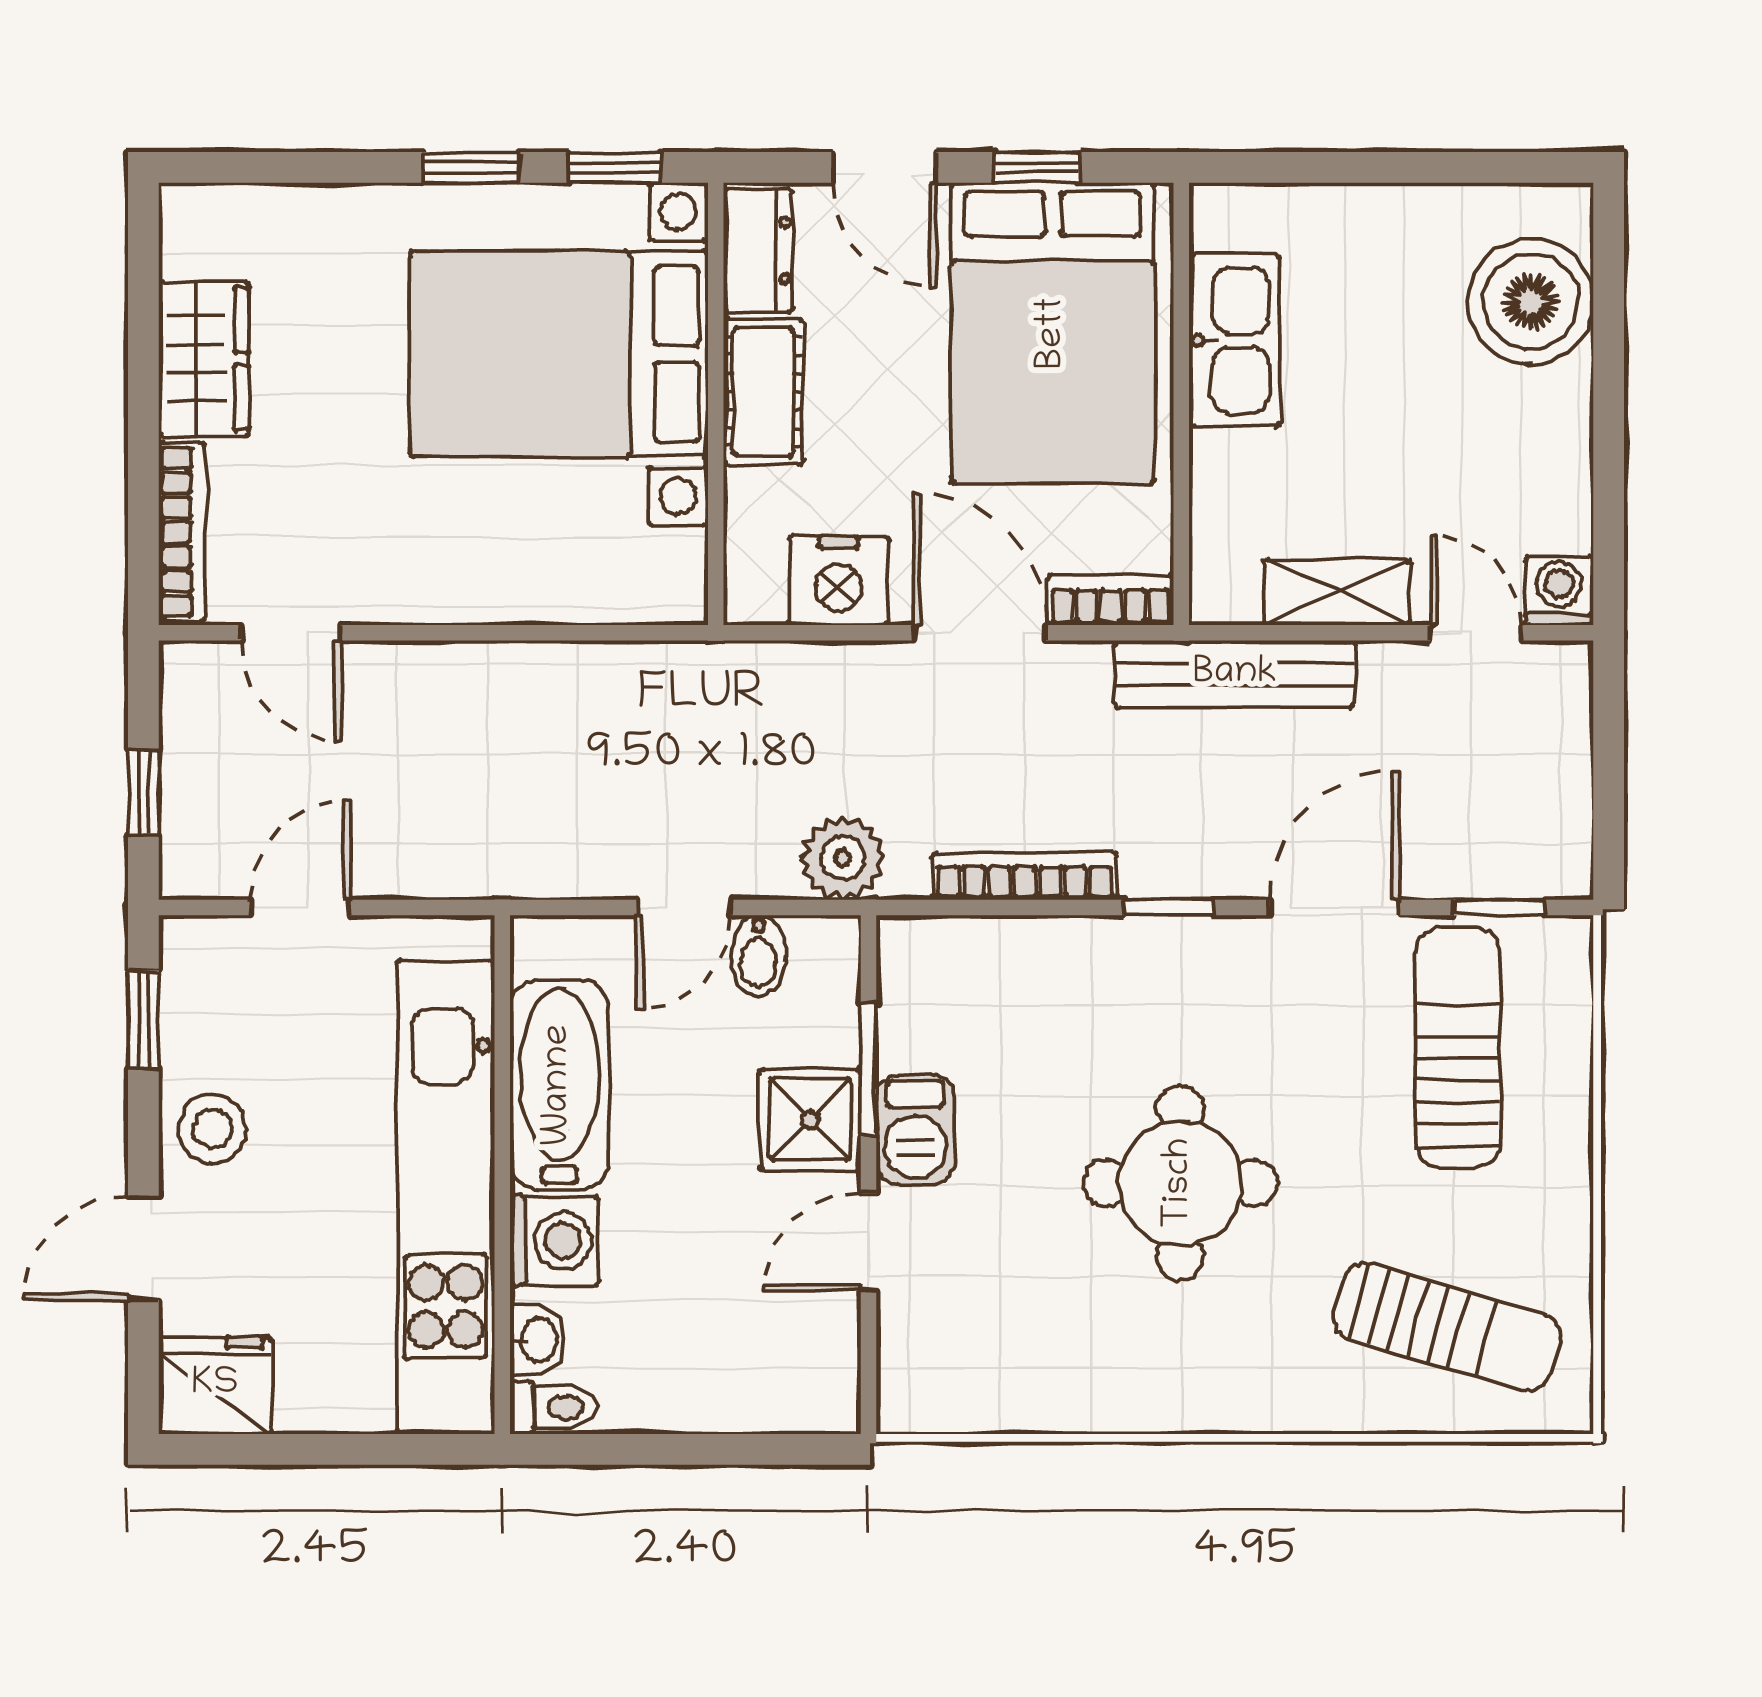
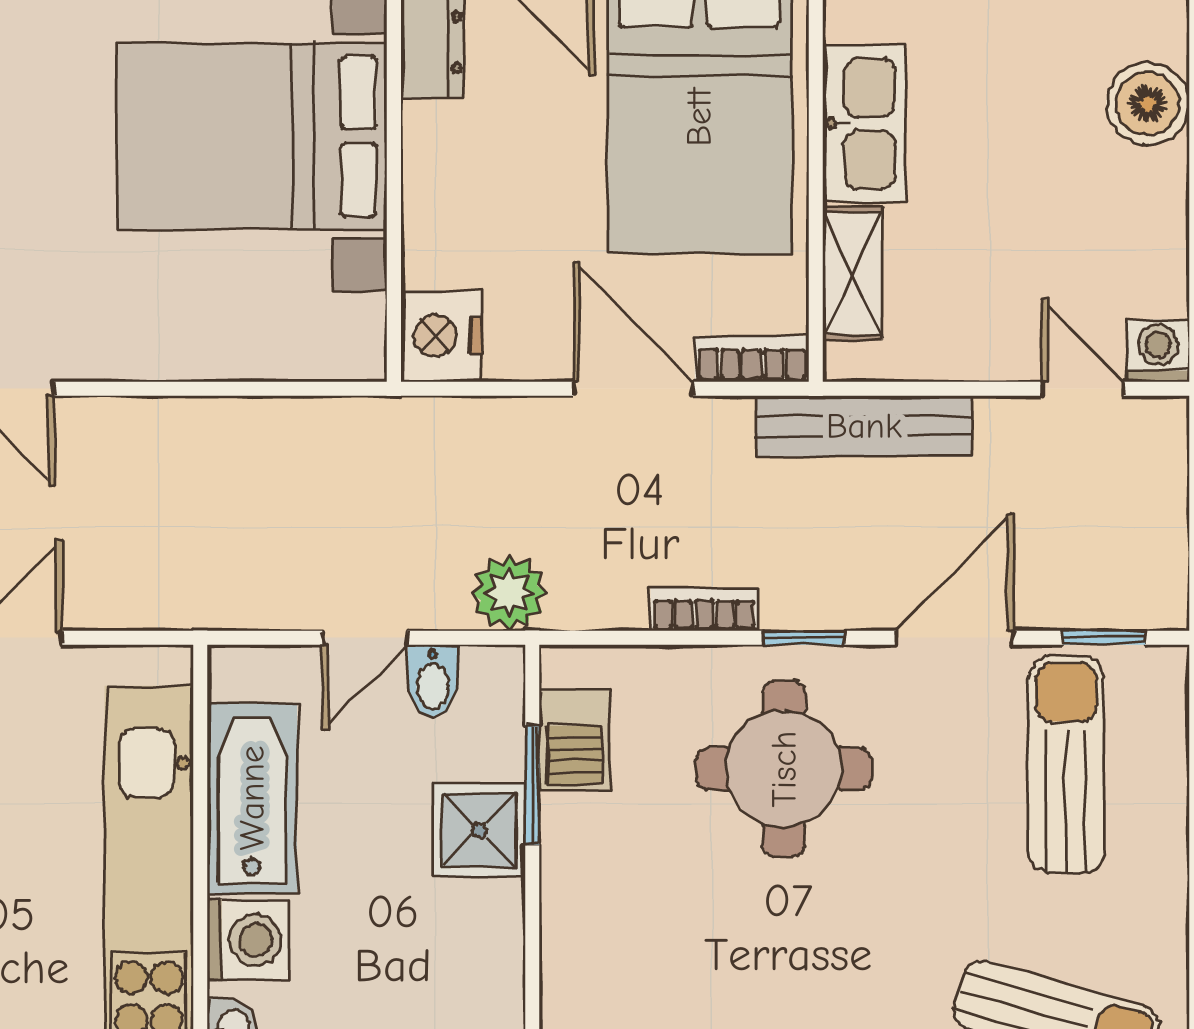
boiler: (1531, 302) -> (1148, 104), width x0.73, depth x0.73
cot: (763, 391) -> (437, 170), removed
nightstand: (839, 580) -> (441, 336), moved, turned 90
shelving: (1337, 592) -> (853, 274), moved, turned 90
bookcase: (1025, 876) -> (704, 609), width x0.64
barbecue: (915, 1129) -> (575, 740), moved
round table: (1180, 1183) -> (784, 769), moved
door: (868, 1242) -> (532, 941), removed

